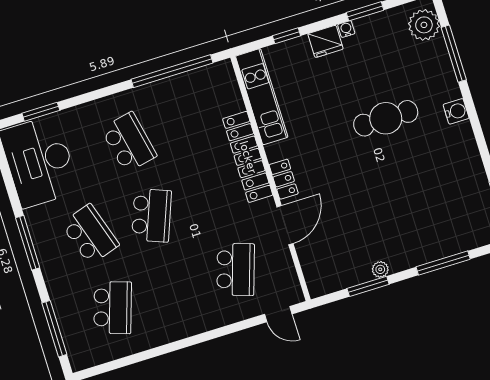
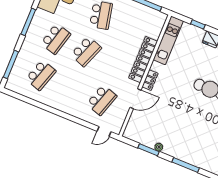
school desk: (90, 234) -> (56, 39), turned 33
door: (278, 314) -> (104, 132), hinge flipped

